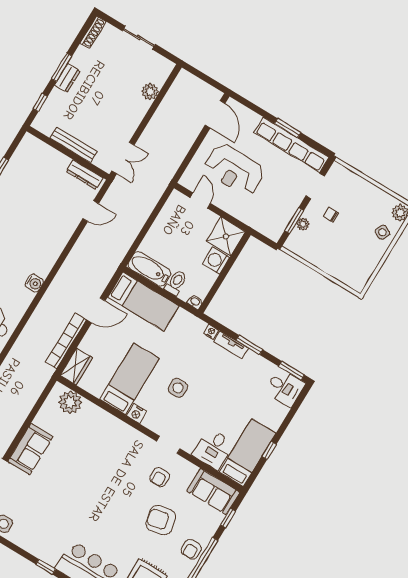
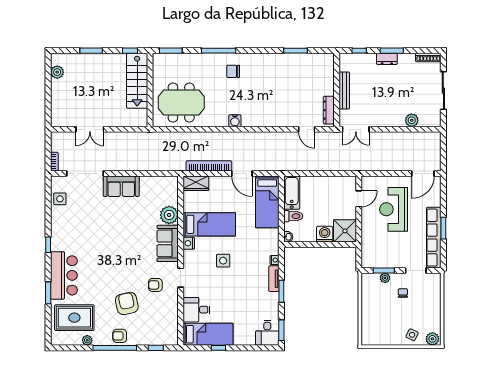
sliding door: (139, 38) -> (443, 91), width x1.37
plant: (70, 402) -> (169, 215), moved
sofa: (213, 492) -> (168, 243), moved

